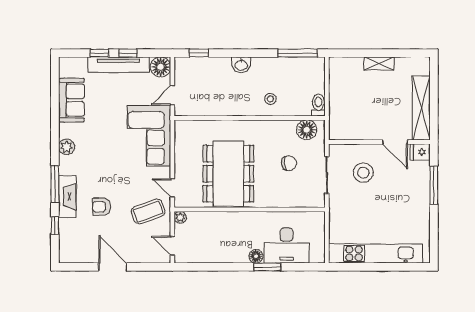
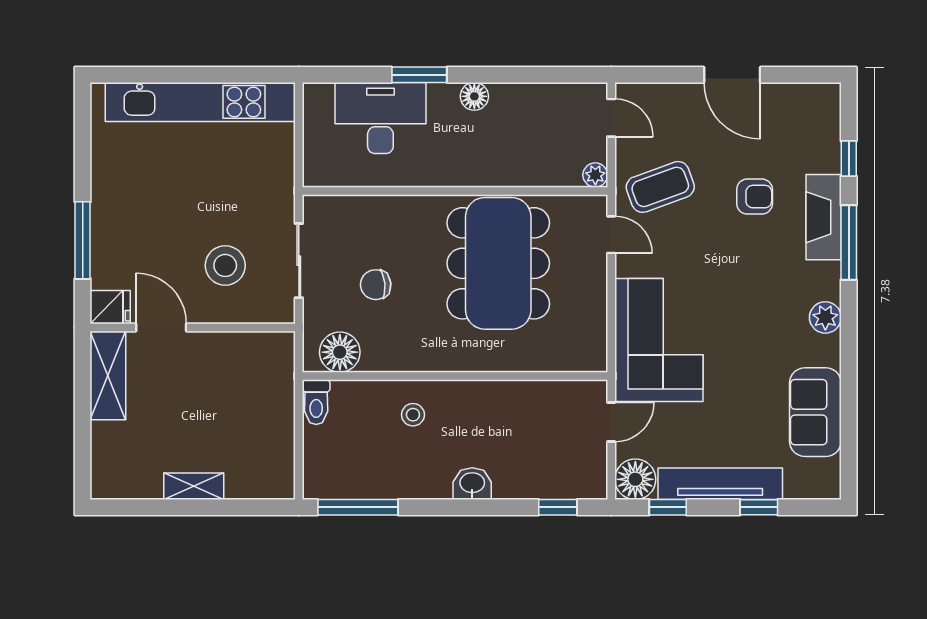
window: (128, 53) -> (668, 507), moved
shelving: (421, 108) -> (108, 375), width x0.68
floor lamp: (256, 256) -> (474, 96), moved

